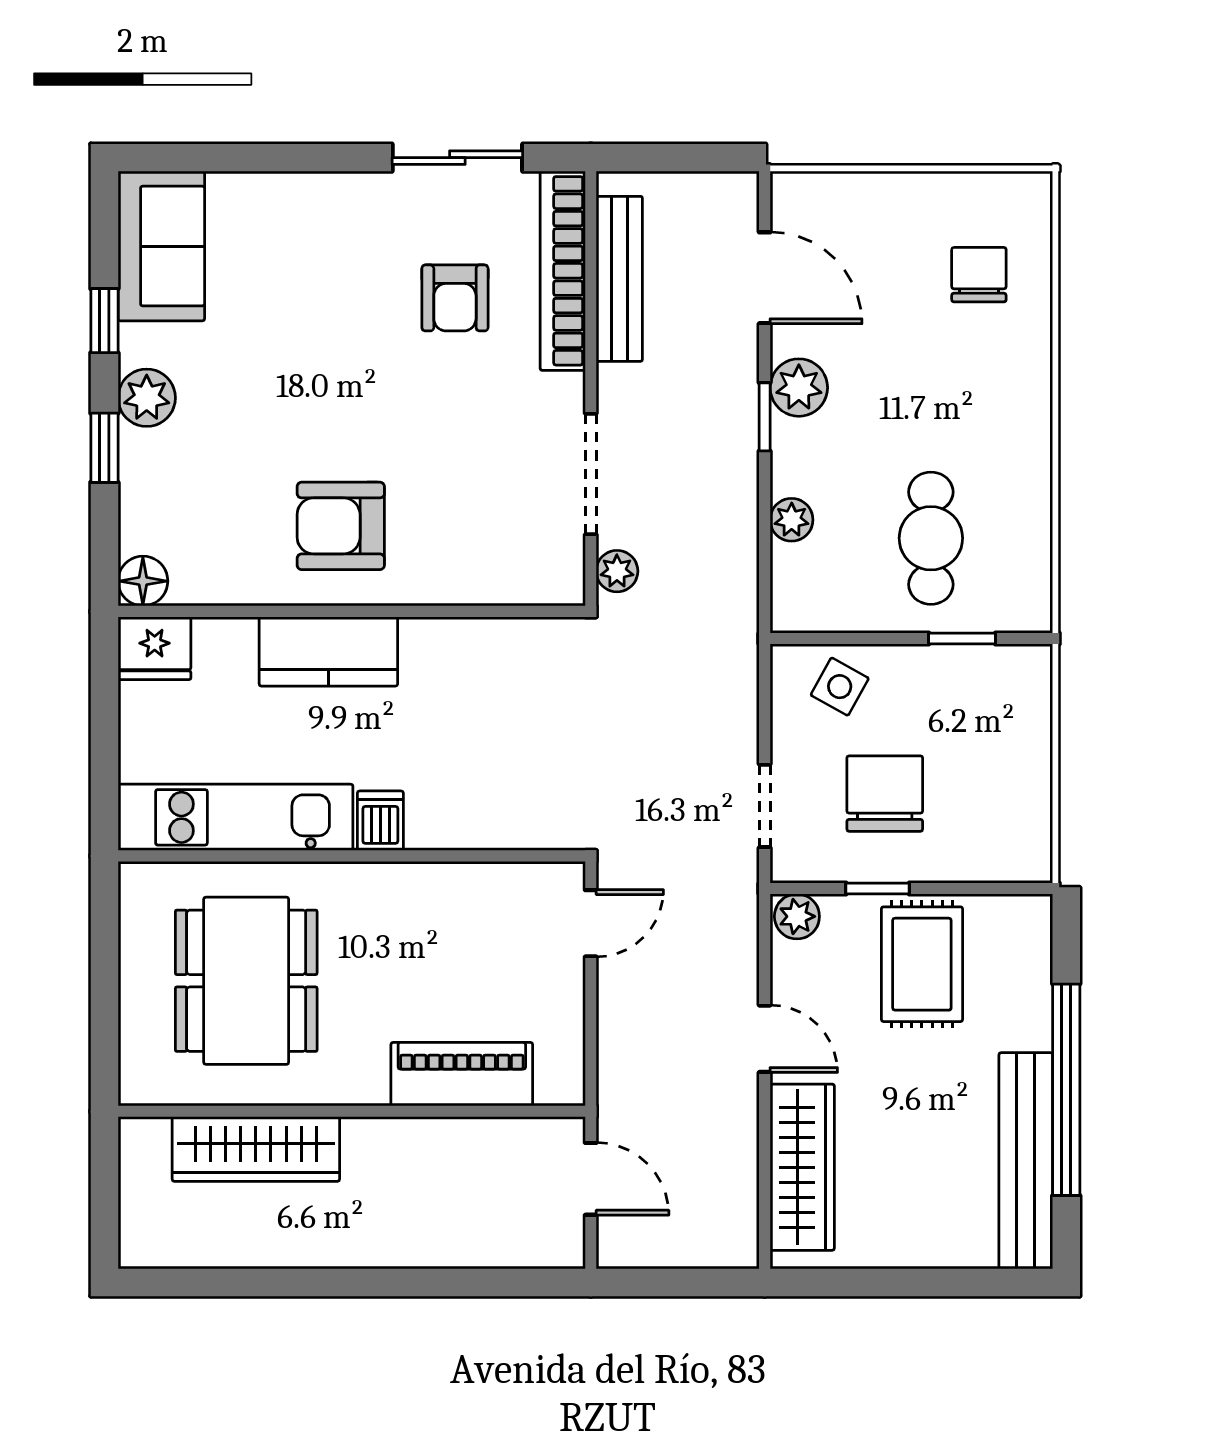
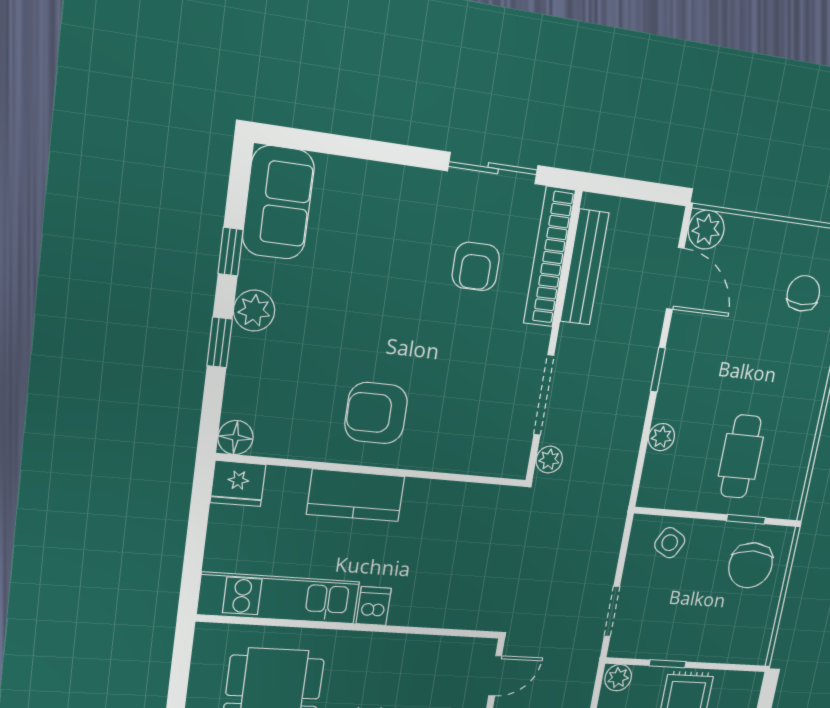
plant: (799, 388) -> (706, 230), moved
chair: (885, 794) -> (751, 565), moved, turned 180

